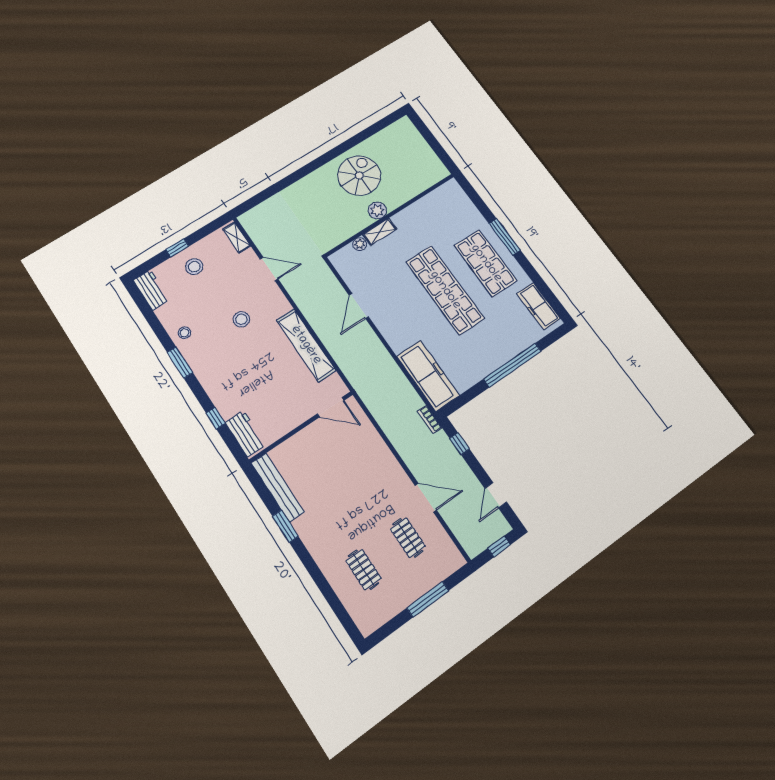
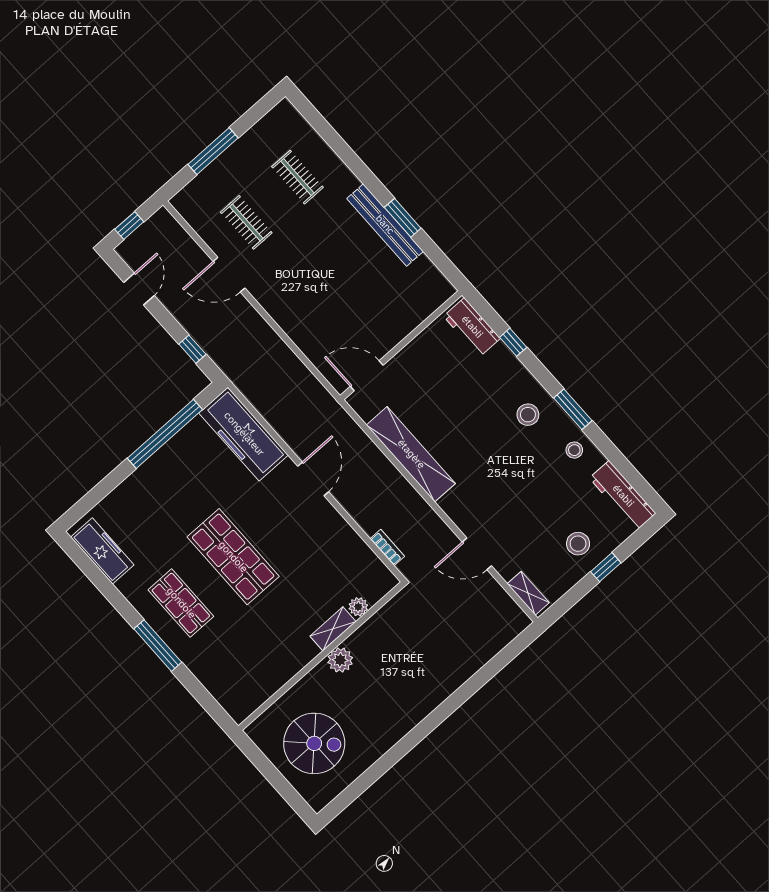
spiral stairs: (359, 175) -> (314, 743), moved, turned -90
shop shelf: (486, 263) -> (181, 603), width x0.70, depth x0.74
workbench: (151, 290) -> (623, 496), width x1.38
shop shelf: (445, 290) -> (233, 557), width x0.71
door: (359, 306) -> (313, 479), moved
stool: (241, 319) -> (528, 415), moved
window: (512, 365) -> (165, 434), moved
bookcase: (430, 420) -> (387, 548), moved
bench: (278, 487) -> (385, 225), moved

